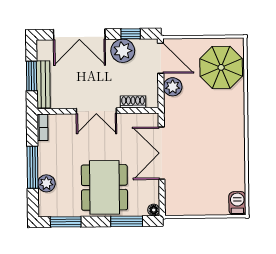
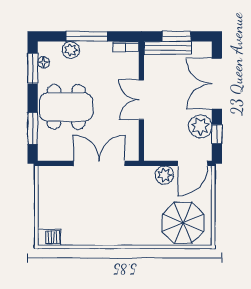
shoe rack: (133, 102) -> (150, 136), removed
floor lamp: (154, 210) -> (43, 62), moved

